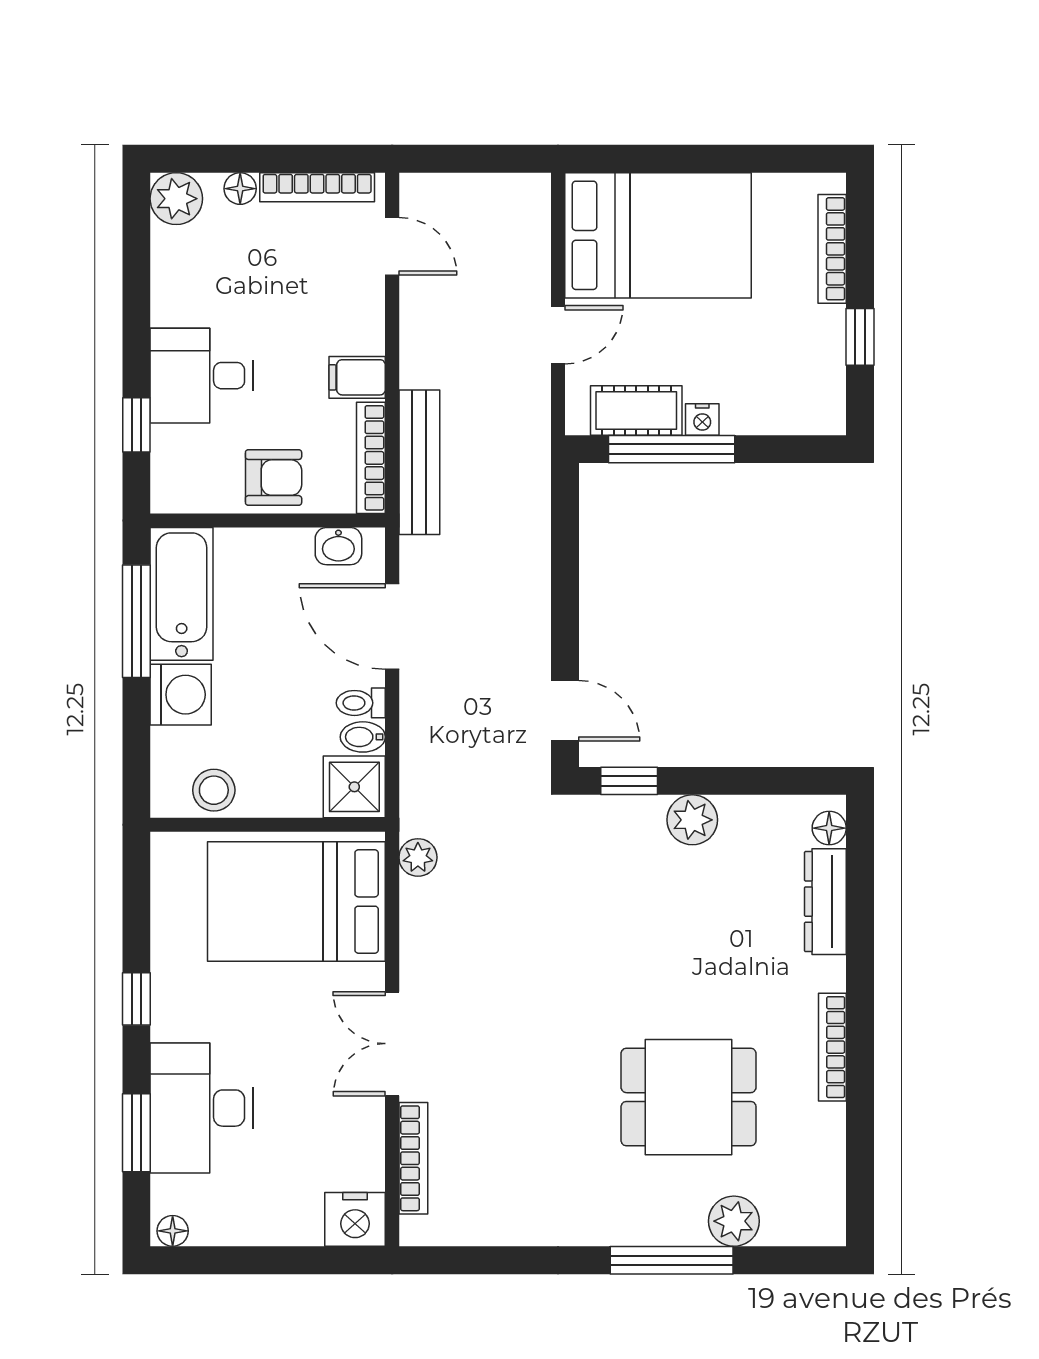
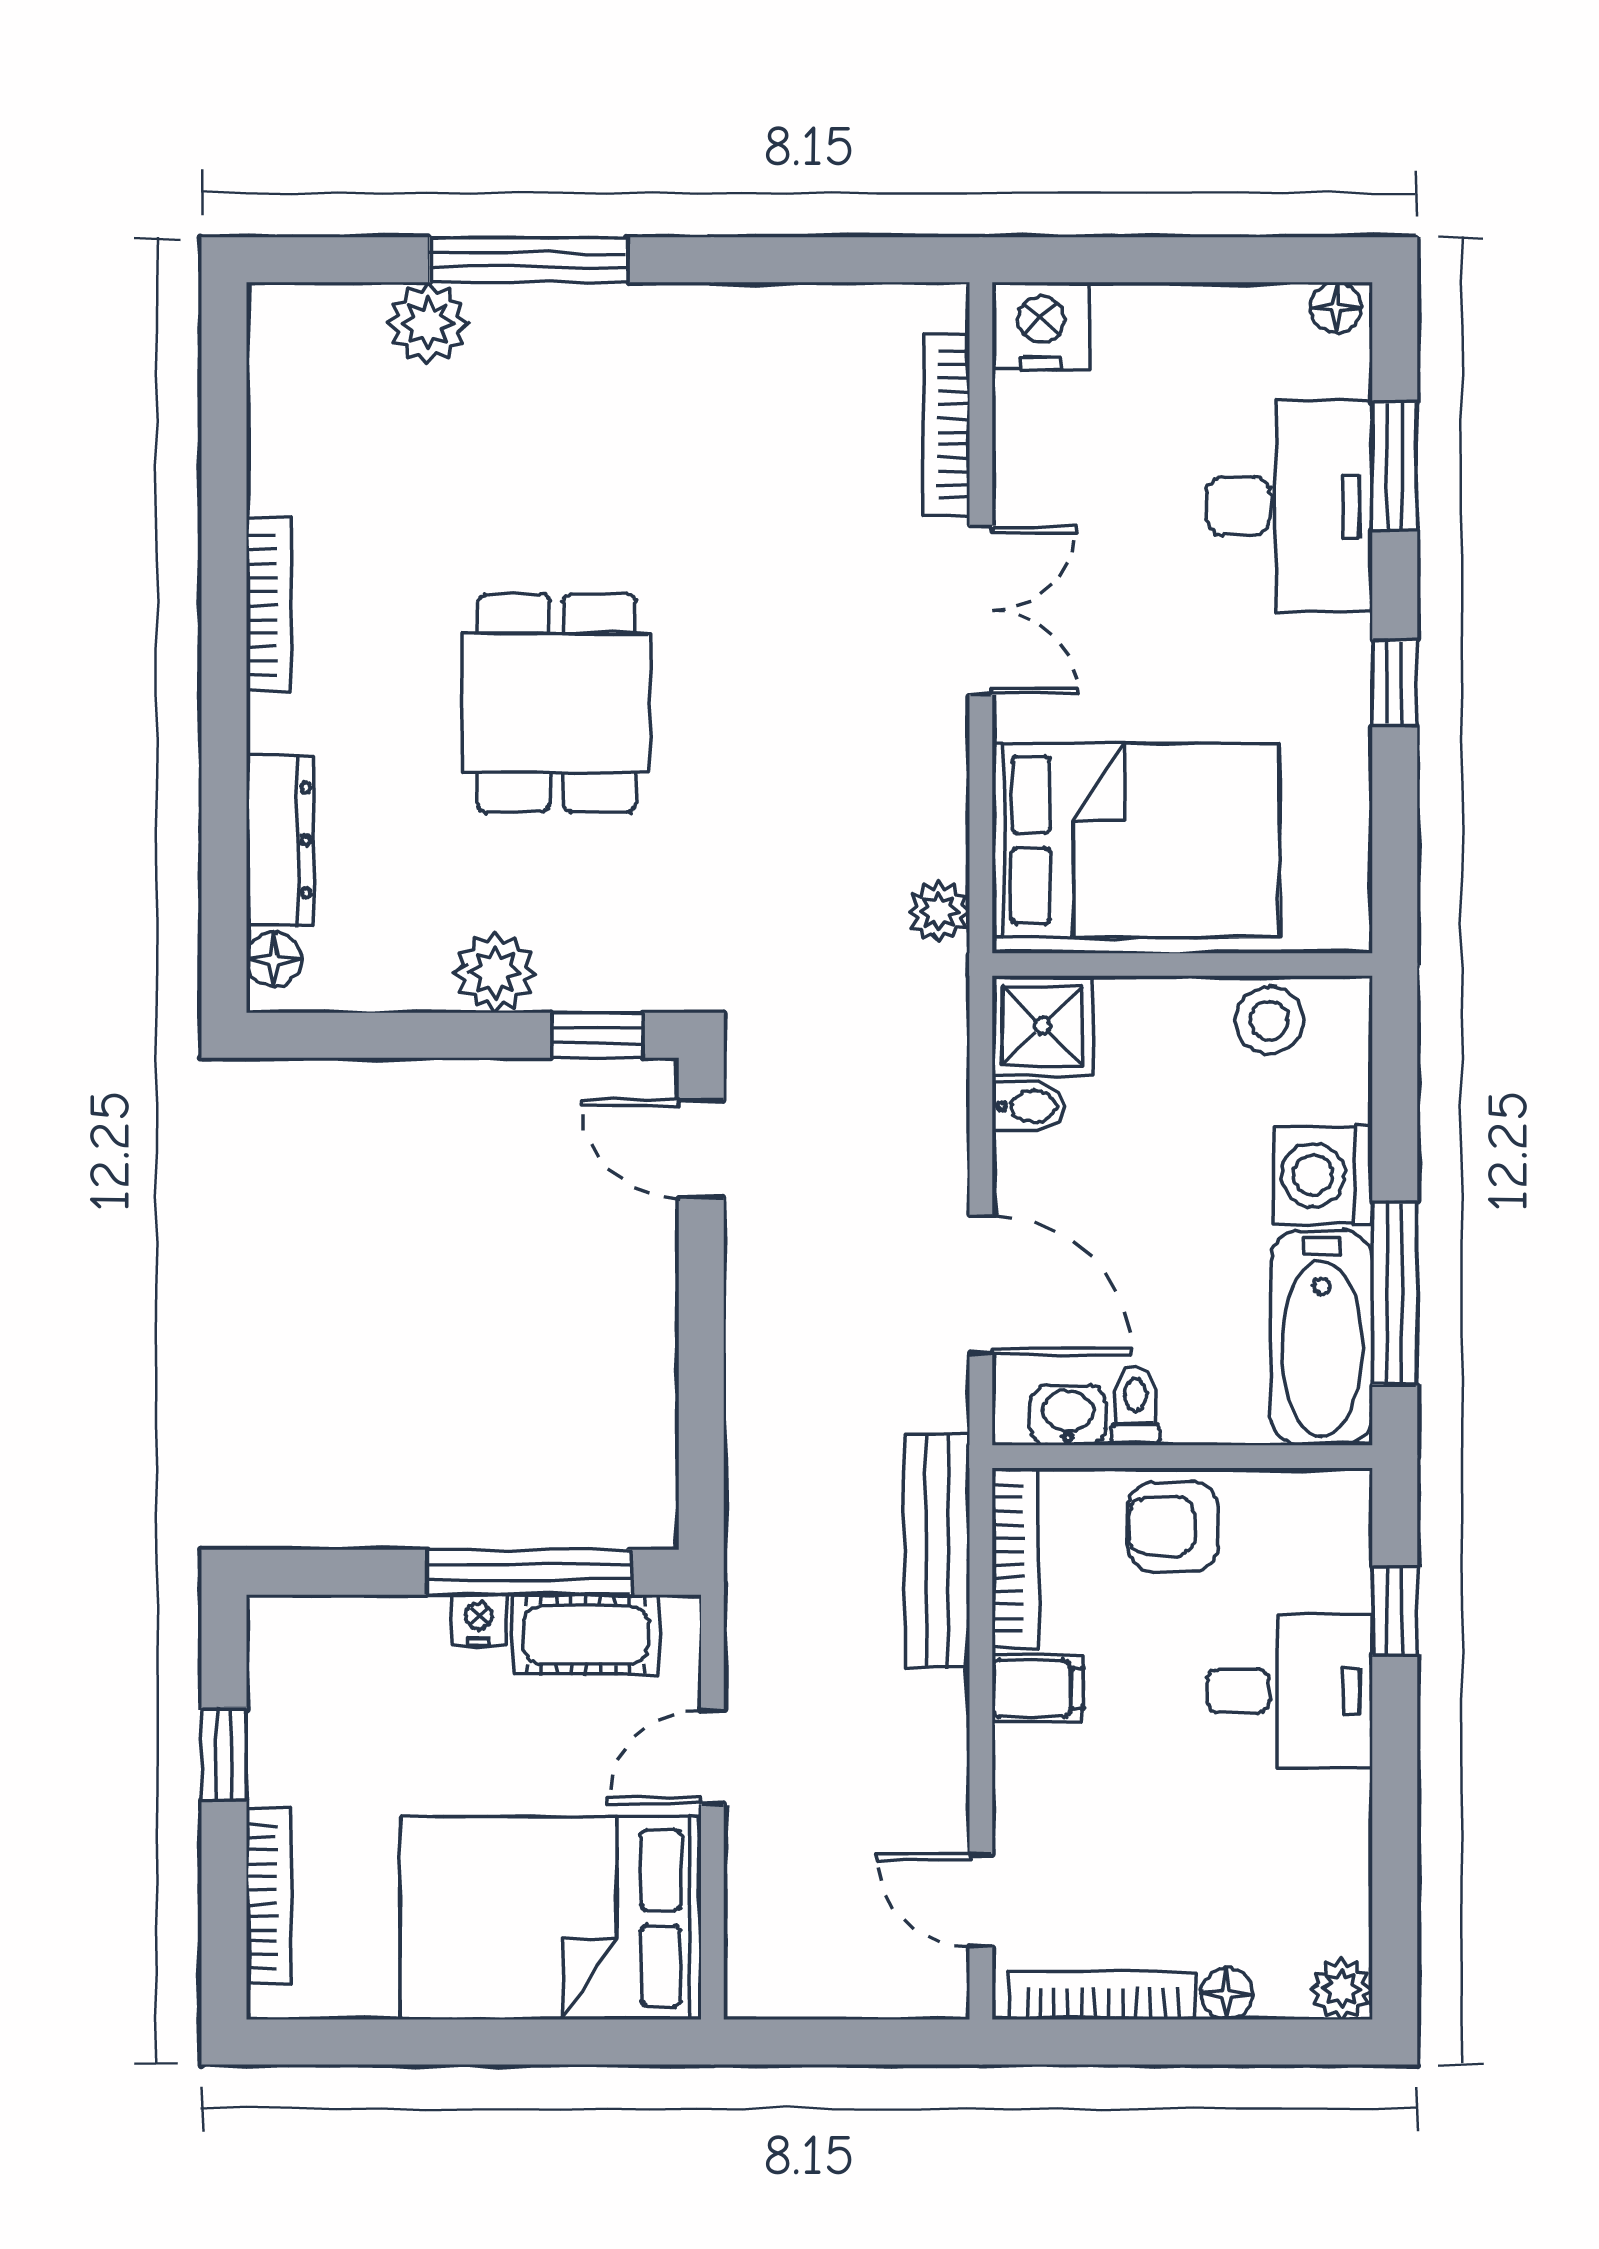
plant: (176, 199) -> (1342, 1989), width x0.73, depth x0.73
toilet: (361, 703) -> (1135, 1406), moved, turned -90
dining table: (689, 1097) -> (556, 703), moved, turned 90

